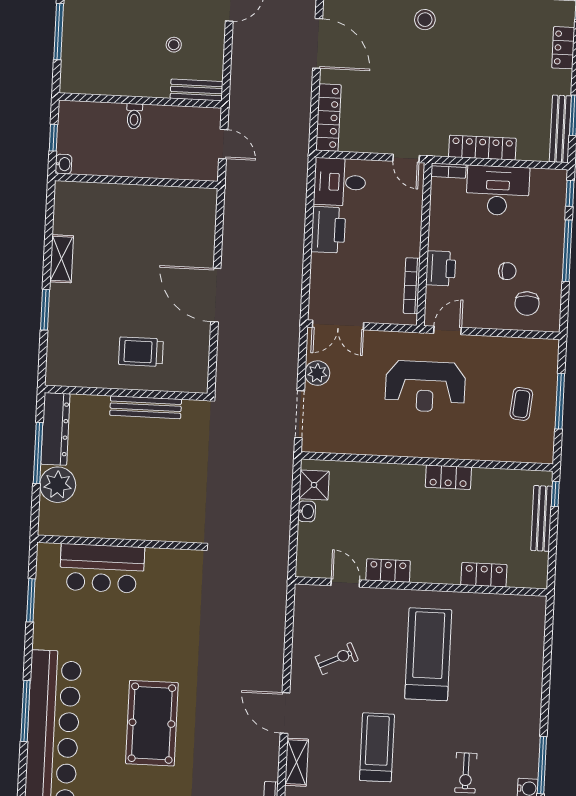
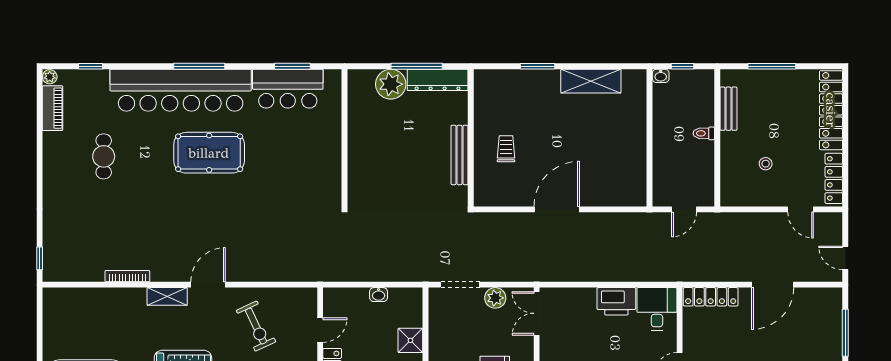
bench: (197, 90) -> (728, 109), moved
shelving: (62, 259) -> (591, 81), width x1.50, depth x1.33
trolley: (141, 352) -> (506, 149), width x0.73, depth x0.72
shower: (314, 485) -> (410, 340), moved
bar counter: (102, 568) -> (288, 89), moved, turned -90
exercise bike: (337, 659) -> (256, 326), width x1.38, depth x1.39
pool table: (152, 723) -> (209, 153), moved

